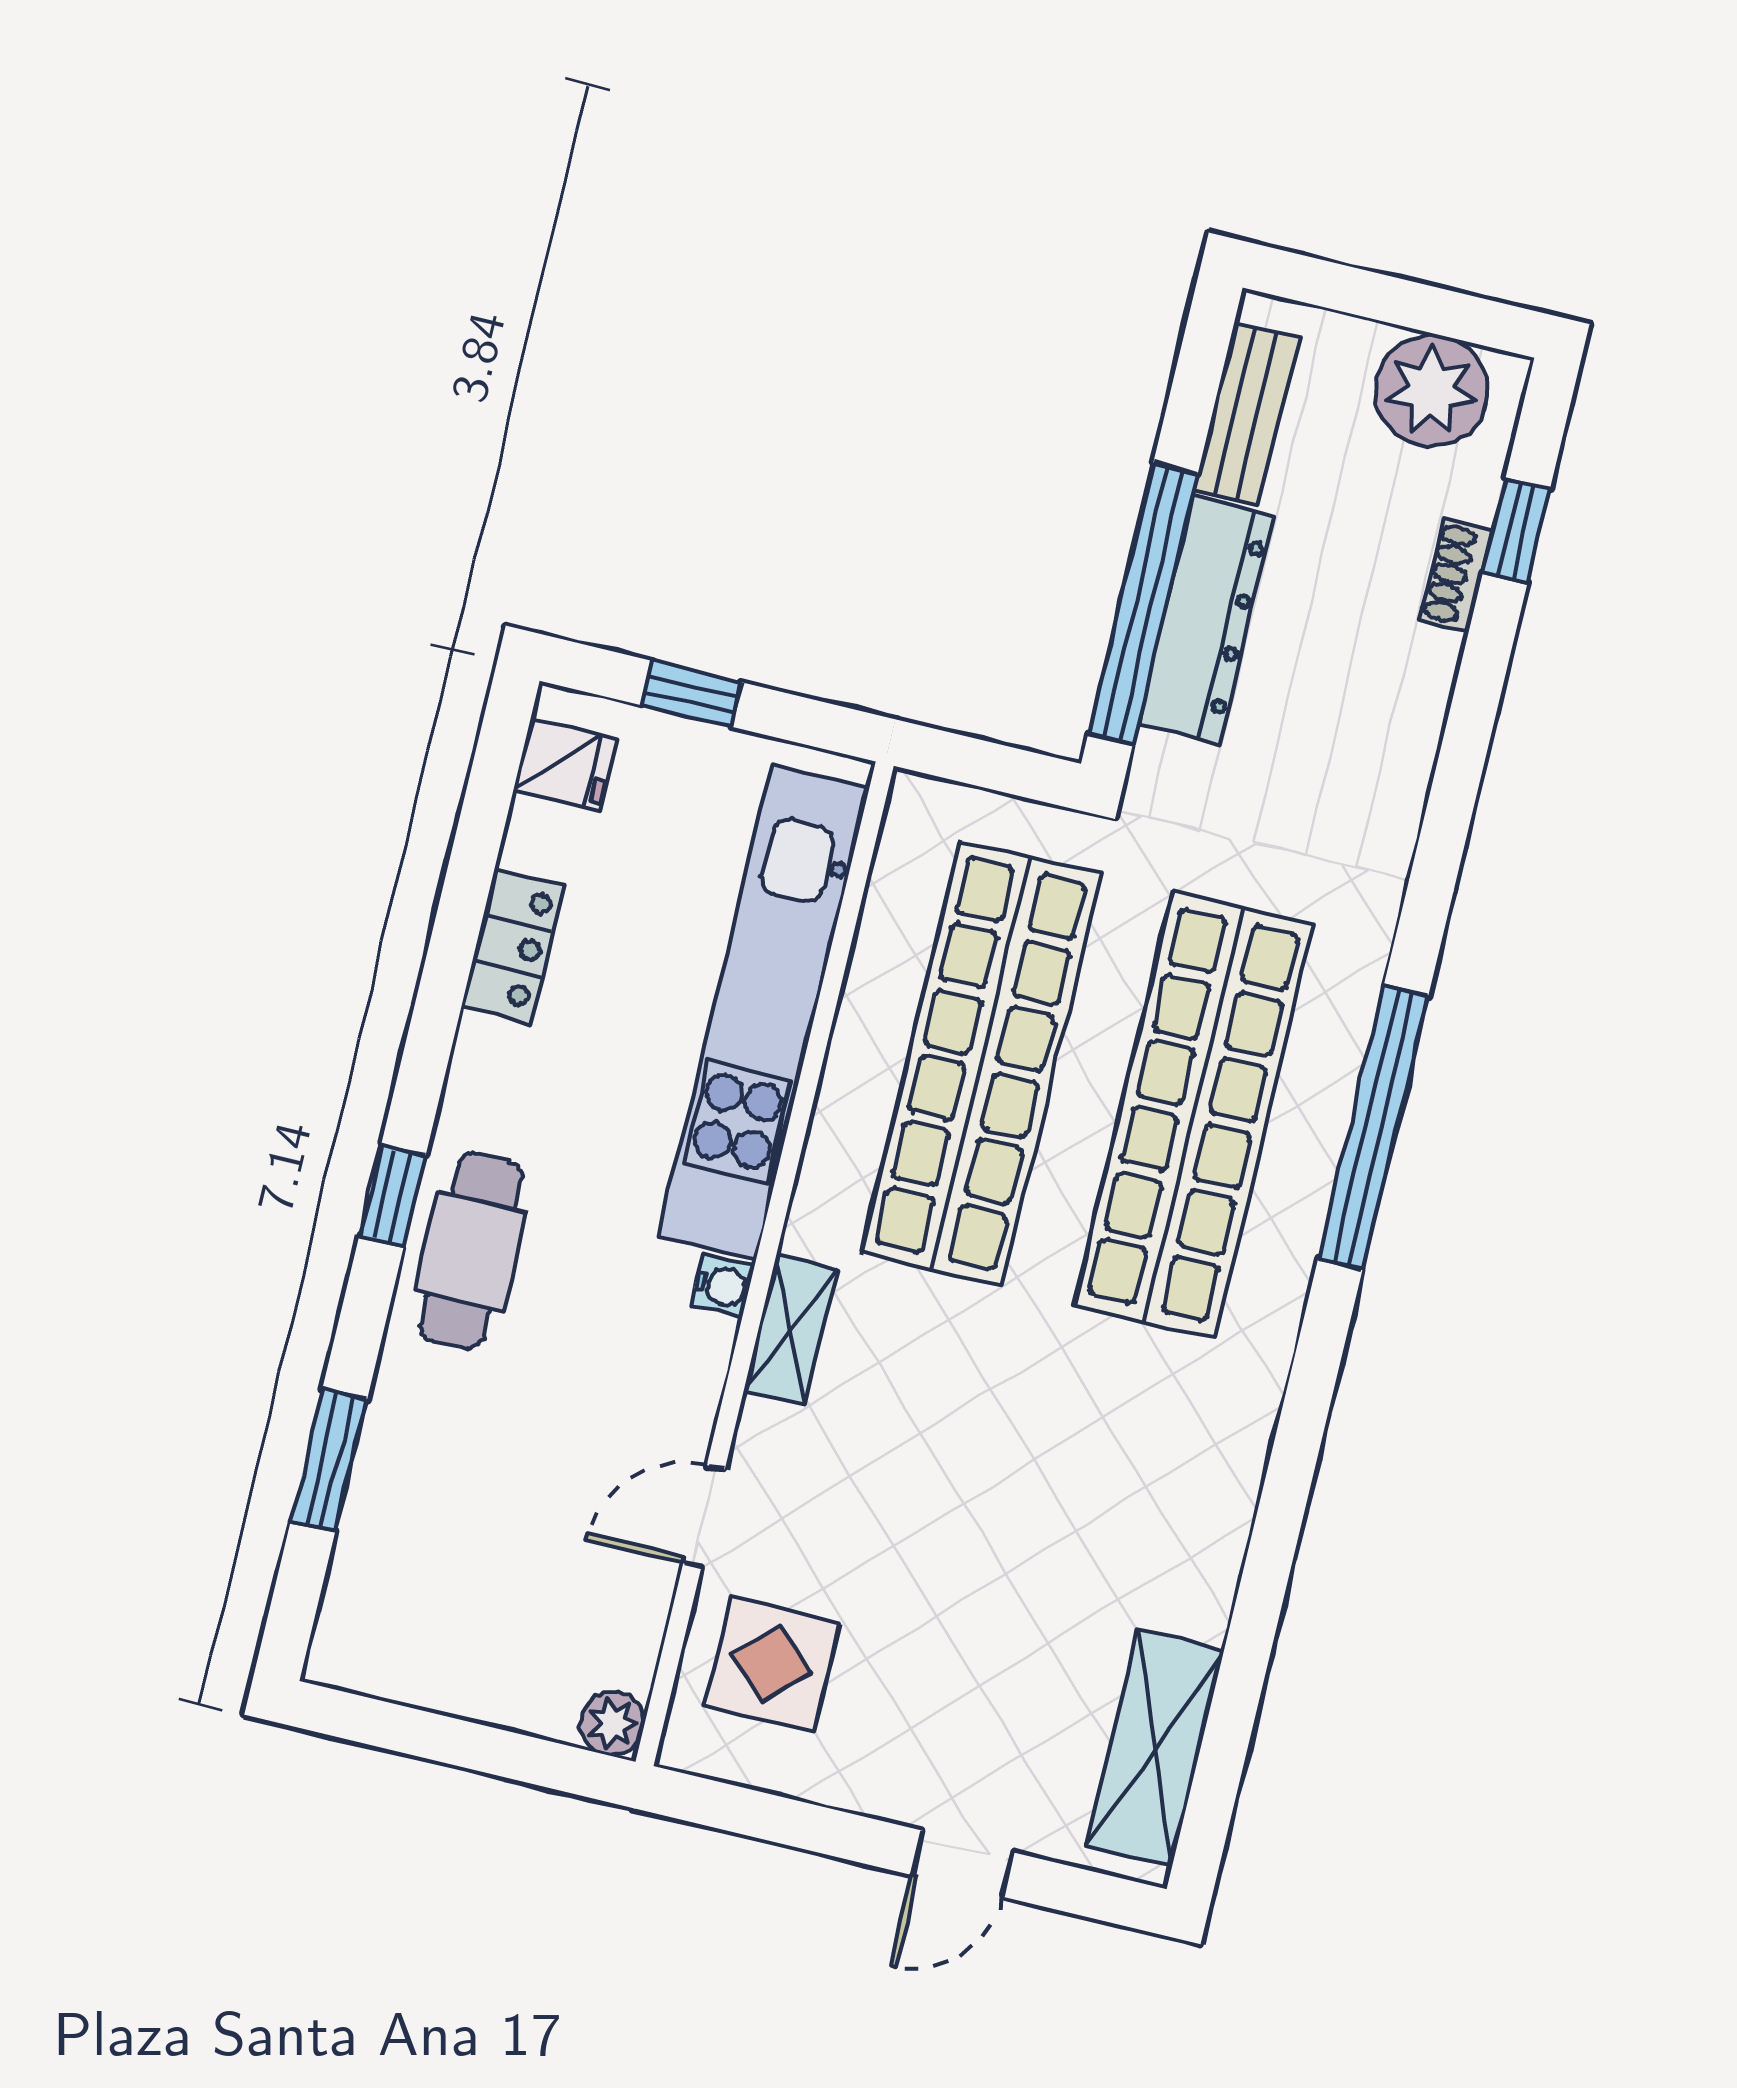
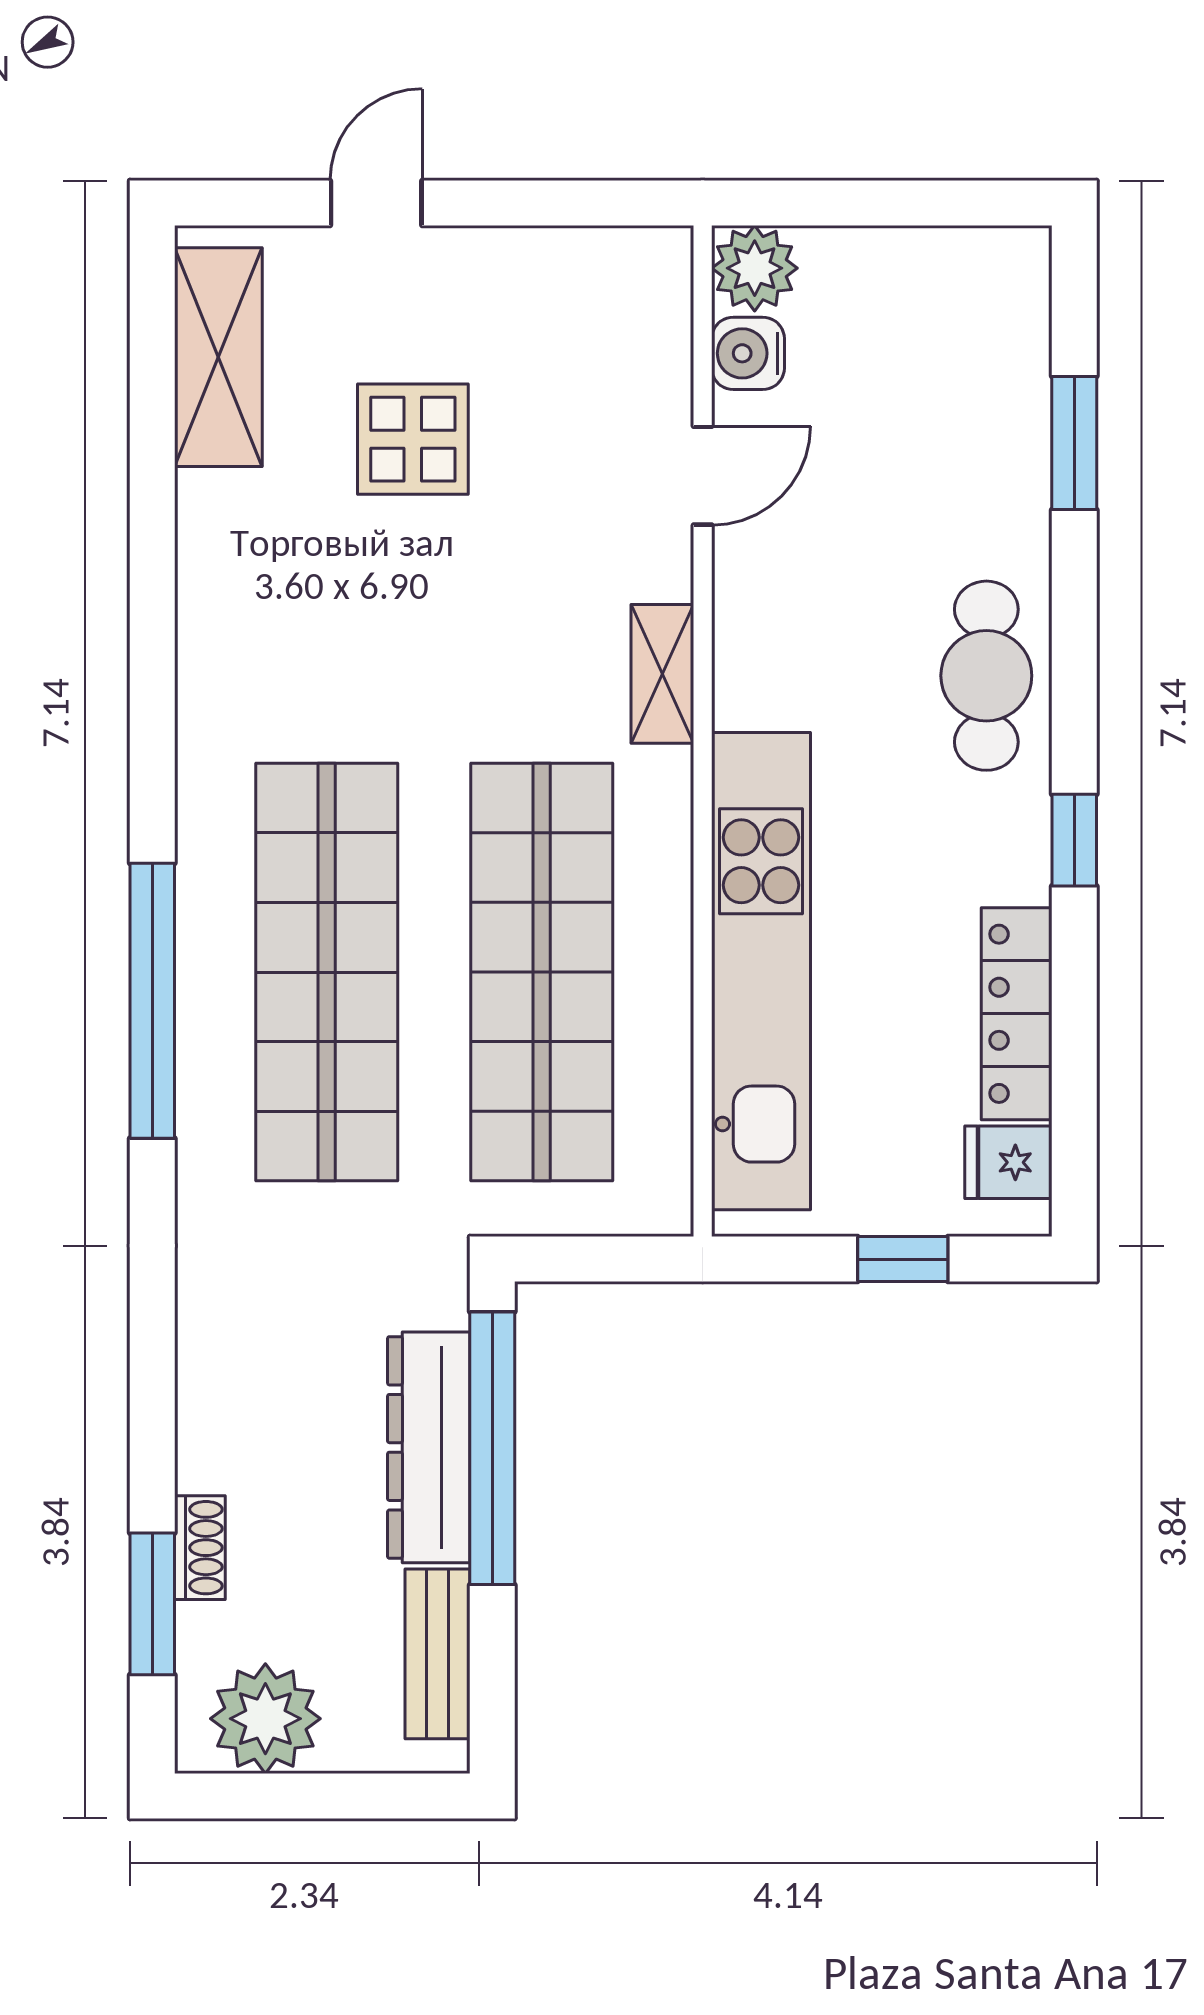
window: (1516, 531) -> (152, 1604), width x1.50
locker: (513, 946) -> (1017, 1014), width x1.53
window: (392, 1196) -> (1074, 840), moved
water cooler: (722, 1286) -> (748, 353), moved, width x1.38, depth x1.38
display table: (772, 1664) -> (413, 439), moved
plant: (612, 1724) -> (755, 268), width x1.38, depth x1.38

